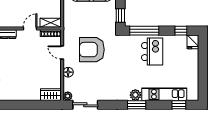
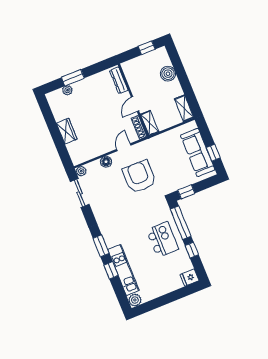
door: (30, 29) -> (135, 104), swing flipped
window: (181, 31) -> (192, 250), moved
kitchen island: (152, 52) -> (162, 240), turned -90
wardrobe: (51, 95) -> (67, 131), moved
plant: (135, 95) -> (135, 300), moved
window: (179, 105) -> (111, 270), moved

